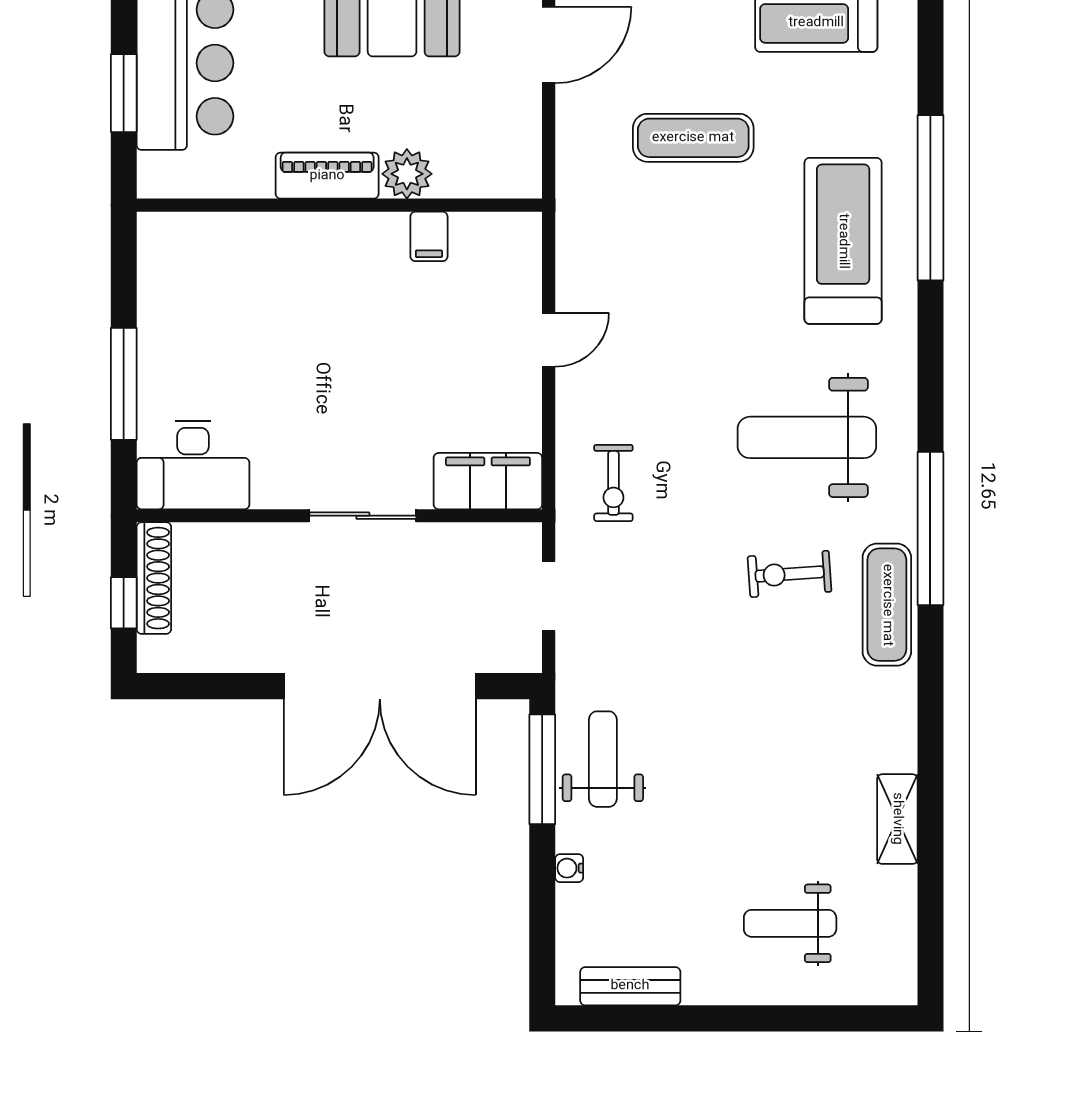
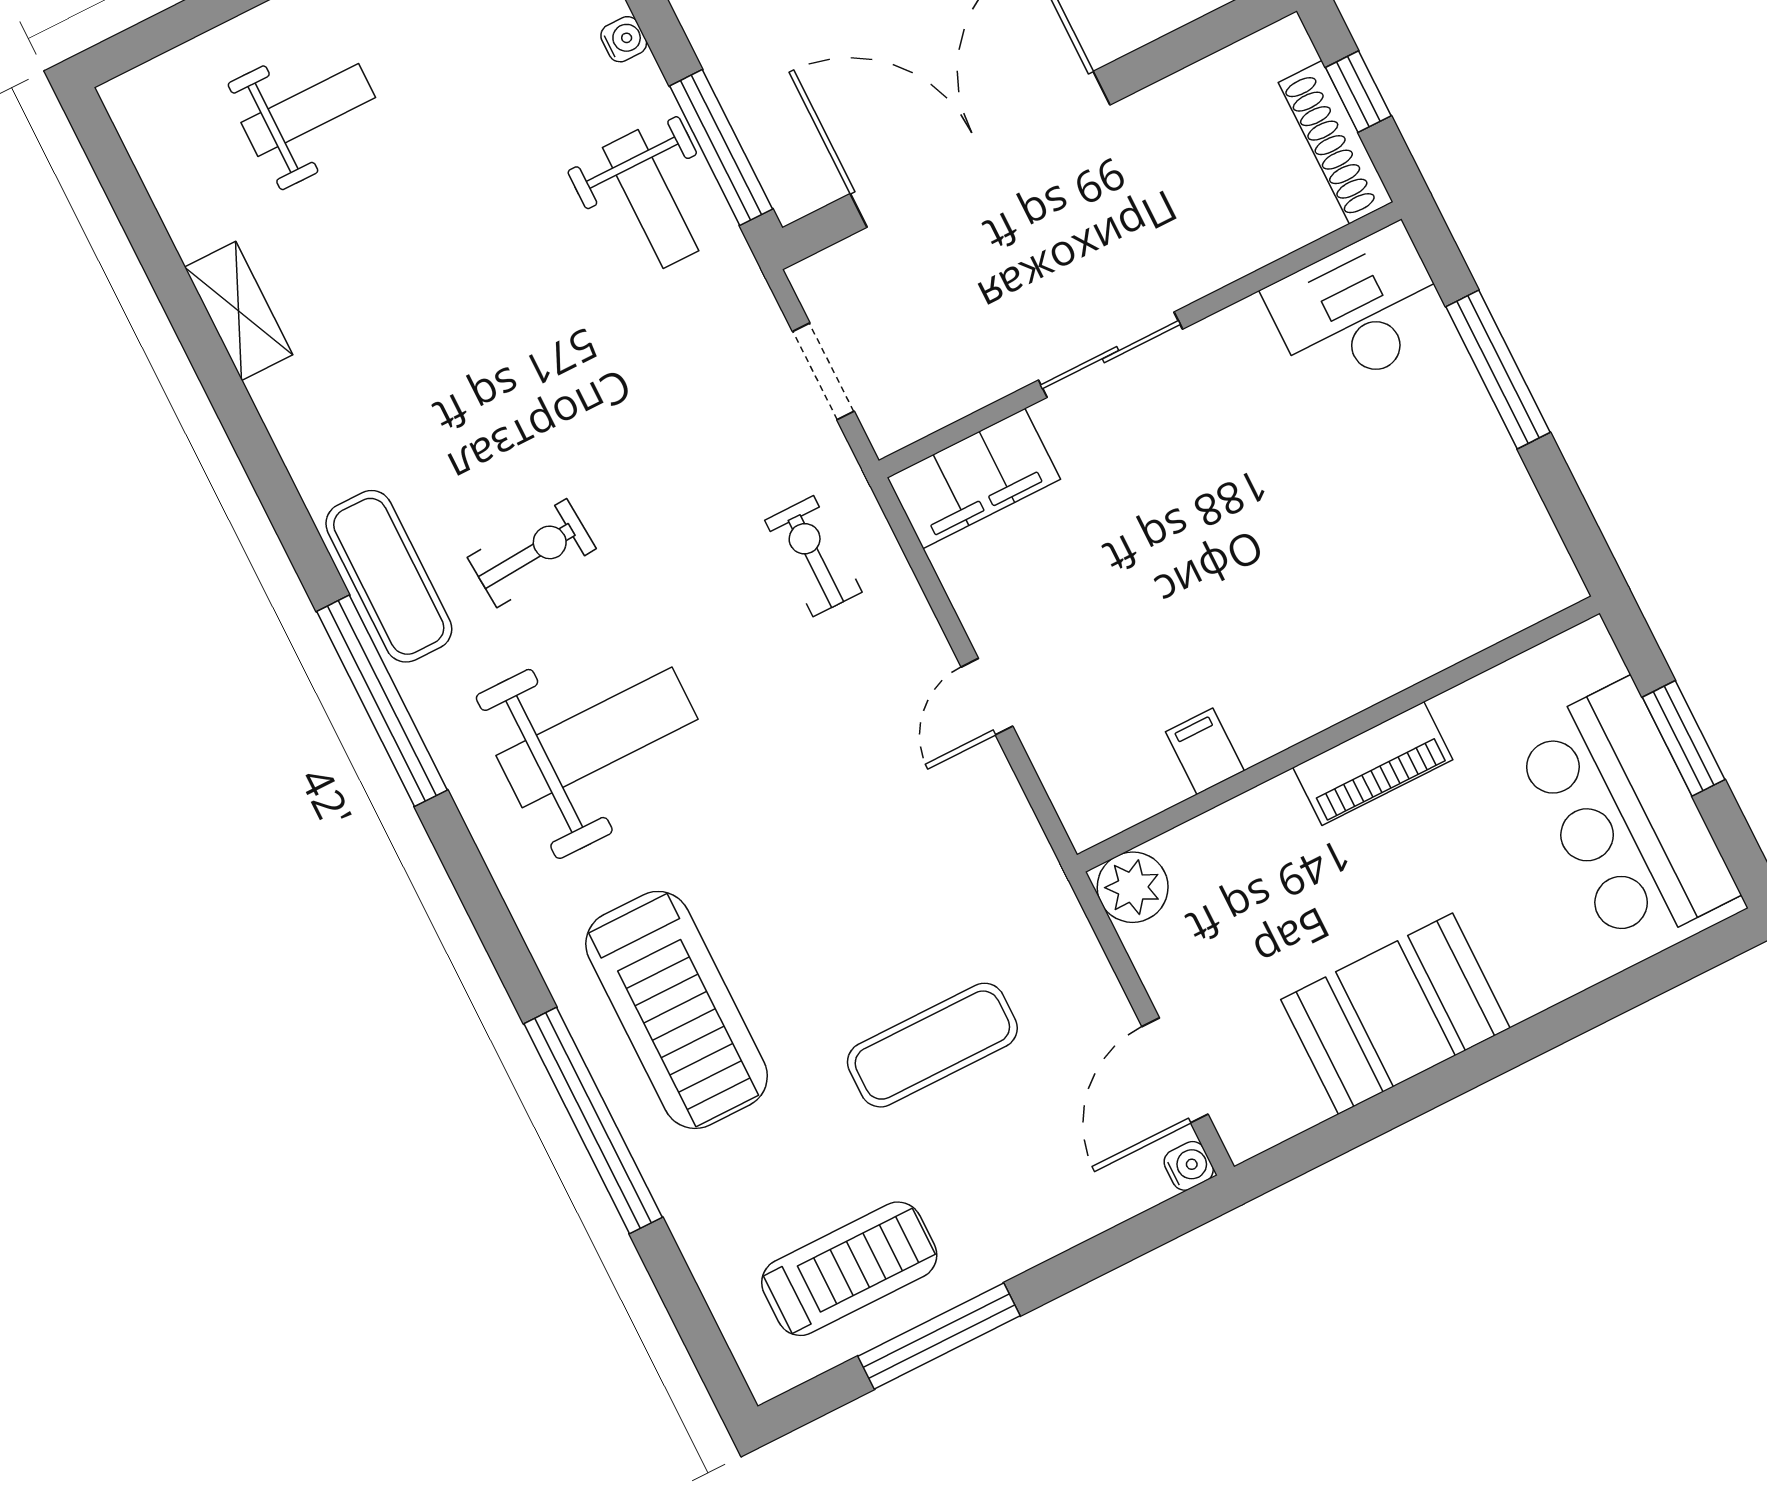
plant: (407, 174) -> (1133, 887), moved

